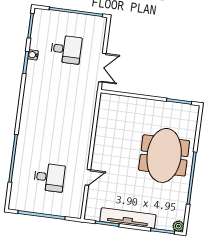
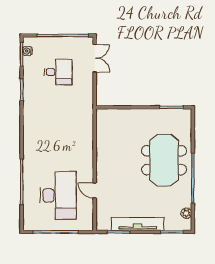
water cooler: (33, 55) -> (27, 51), moved
double door: (102, 68) -> (95, 58), moved
desk: (49, 177) -> (58, 195), width x1.87, depth x1.30
door: (88, 177) -> (95, 191), swing flipped
plant: (178, 226) -> (186, 213), moved

